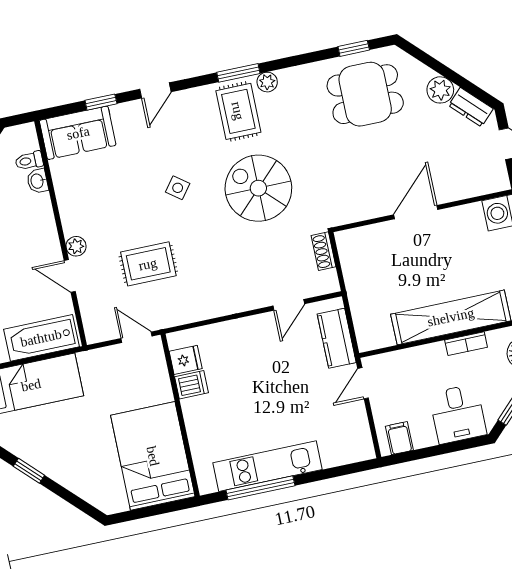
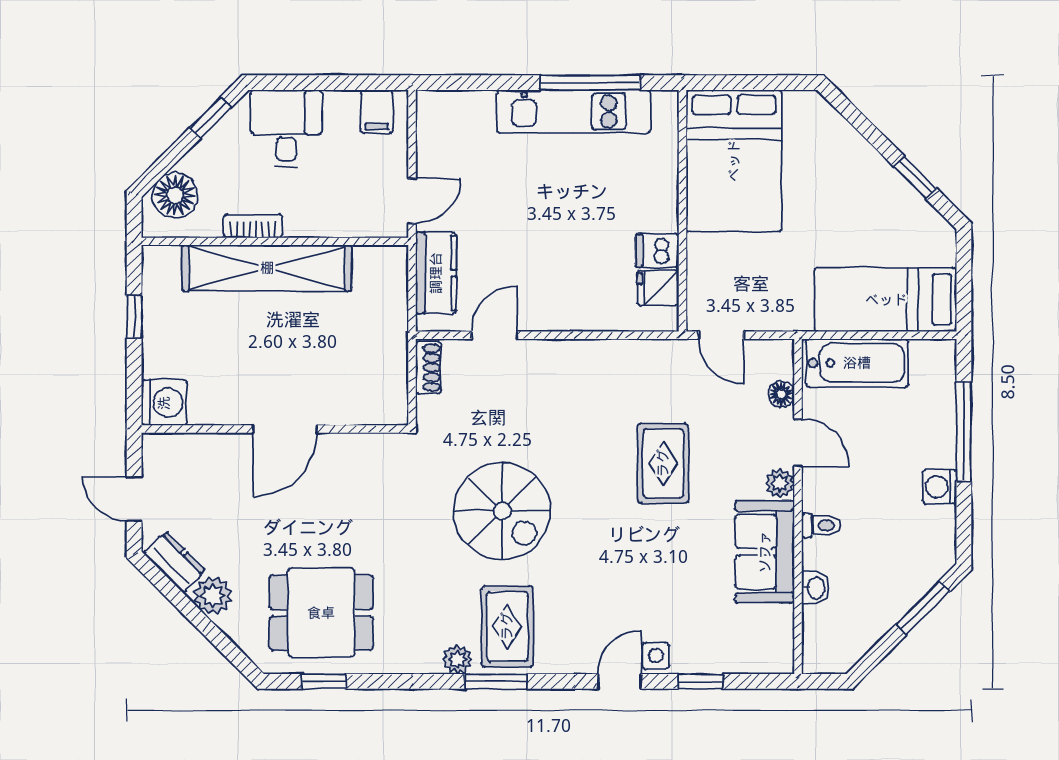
sofa: (78, 133) -> (765, 552), moved, turned -90
toilet: (29, 161) -> (821, 525), moved
side table: (178, 188) -> (656, 656), moved, turned -37
shoe rack: (324, 251) -> (428, 368), moved
rug: (148, 264) -> (663, 463), moved, turned 90
floor lamp: (88, 306) -> (781, 394), added

